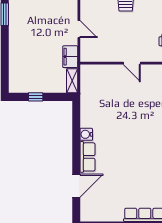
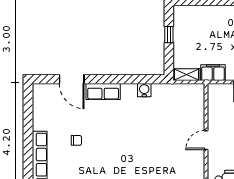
water cooler: (86, 134) -> (144, 90), moved
chair: (132, 181) -> (76, 140), added

